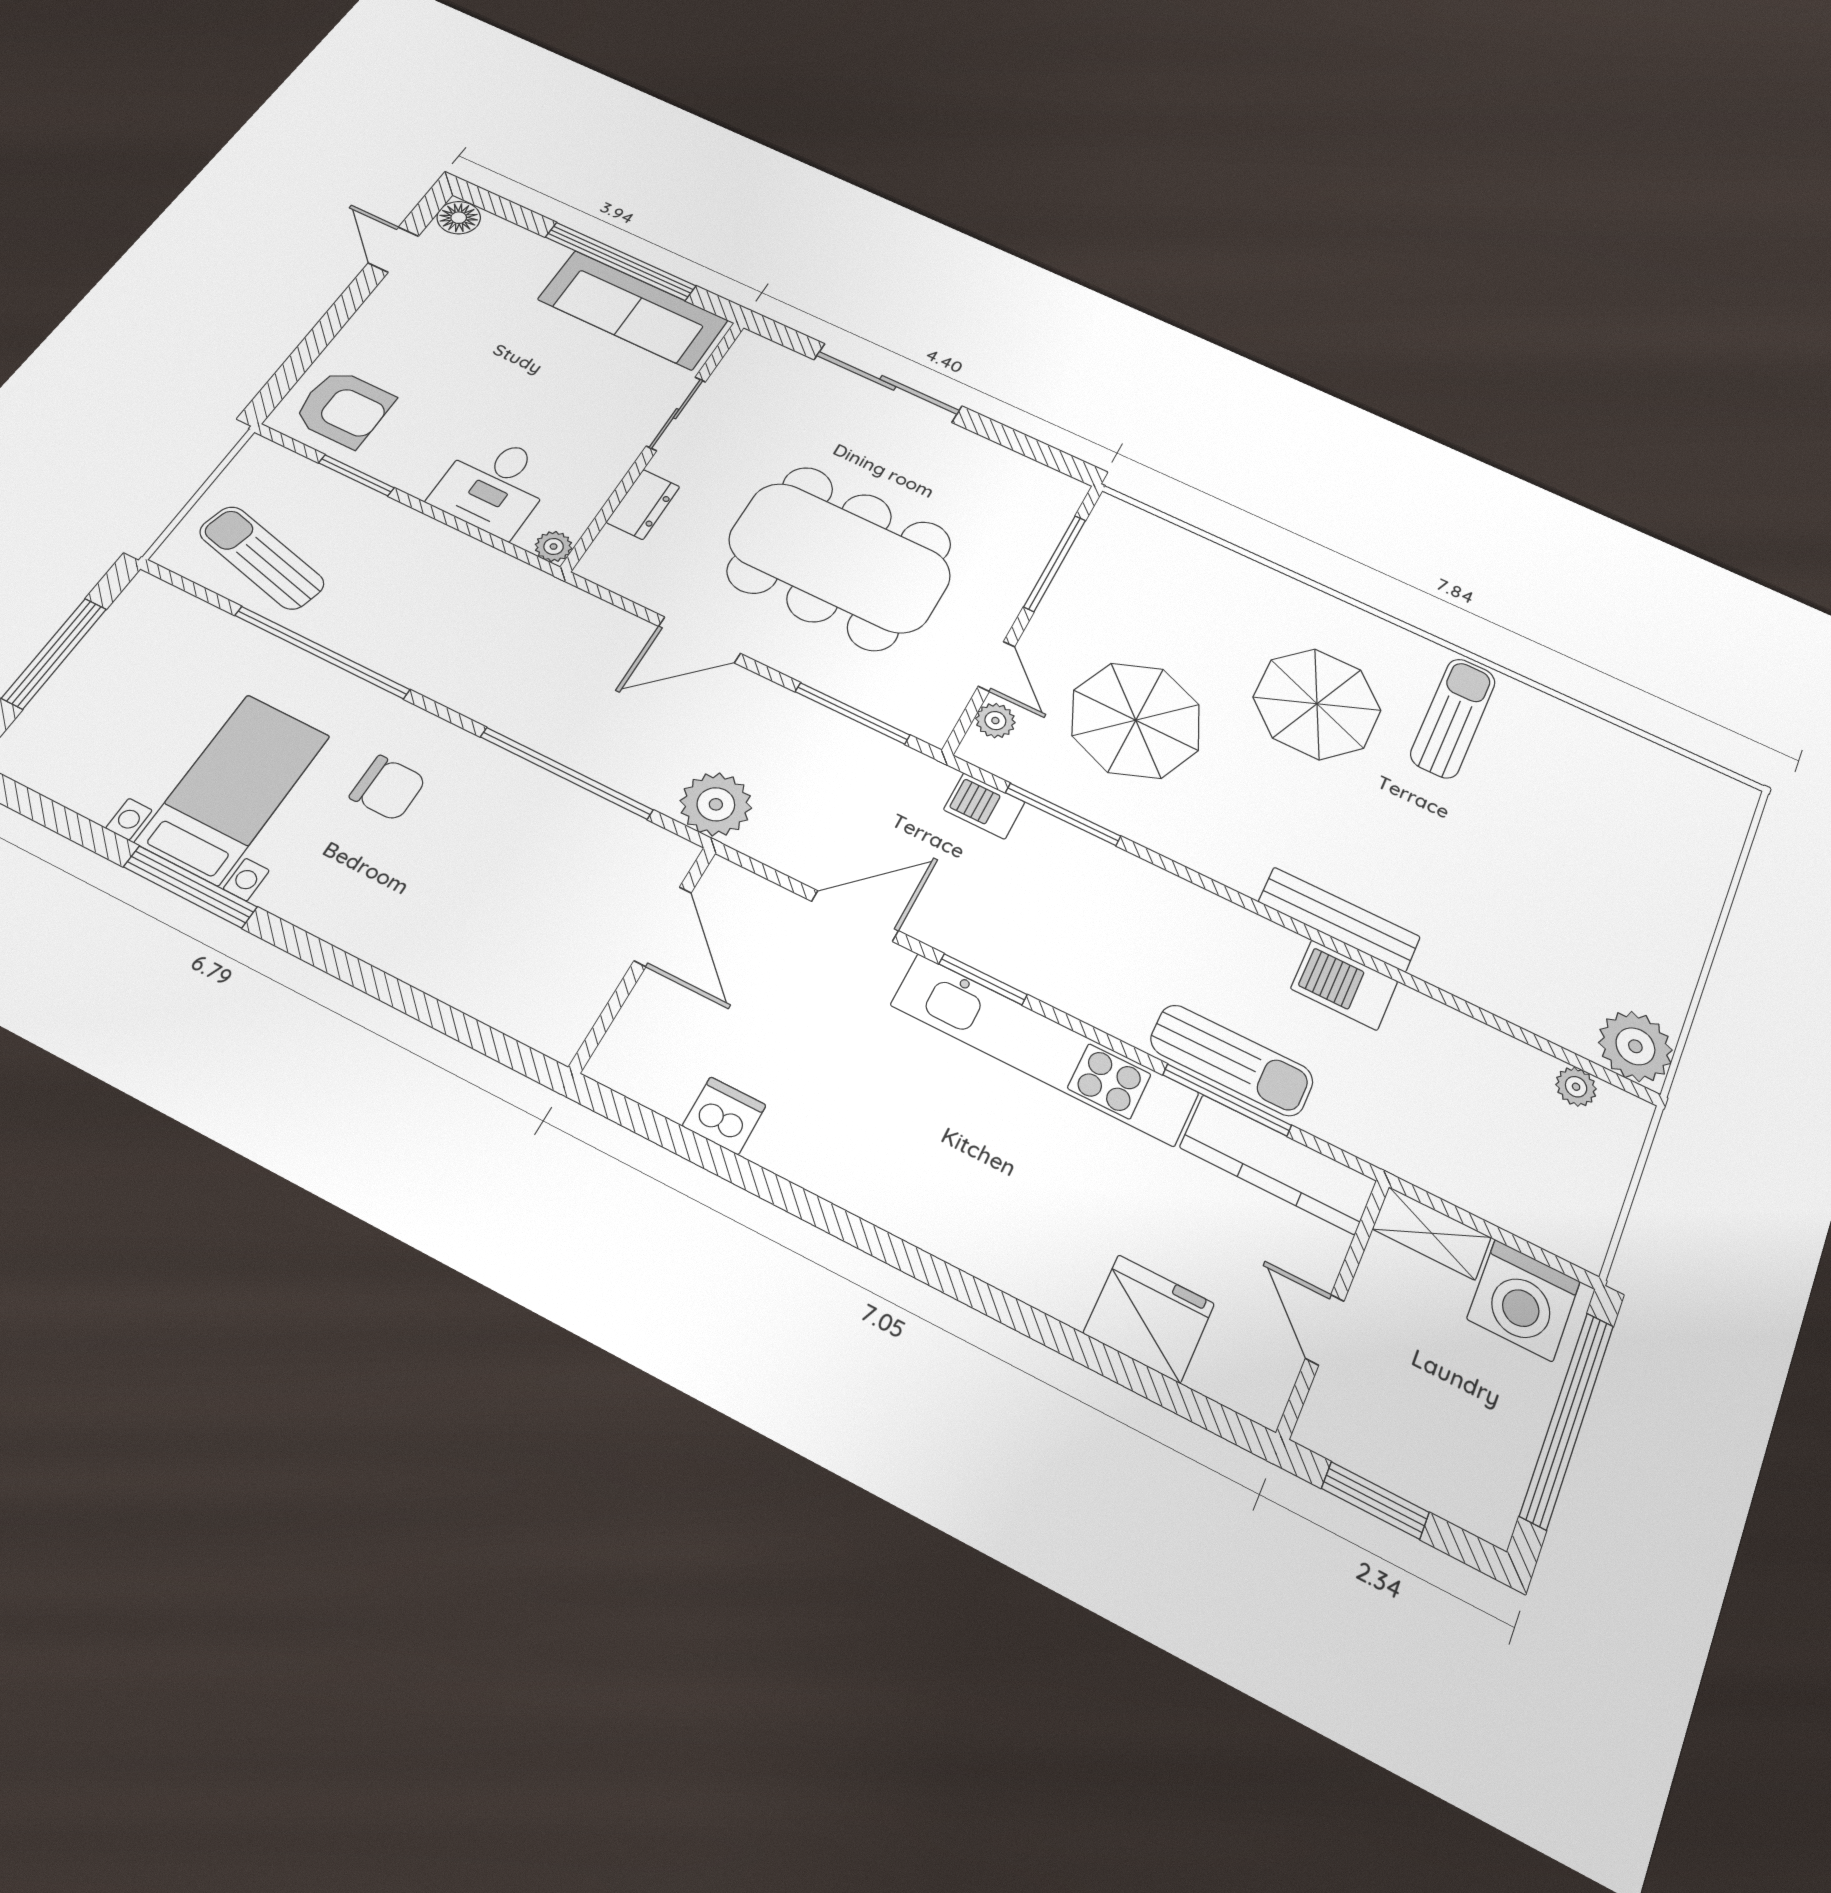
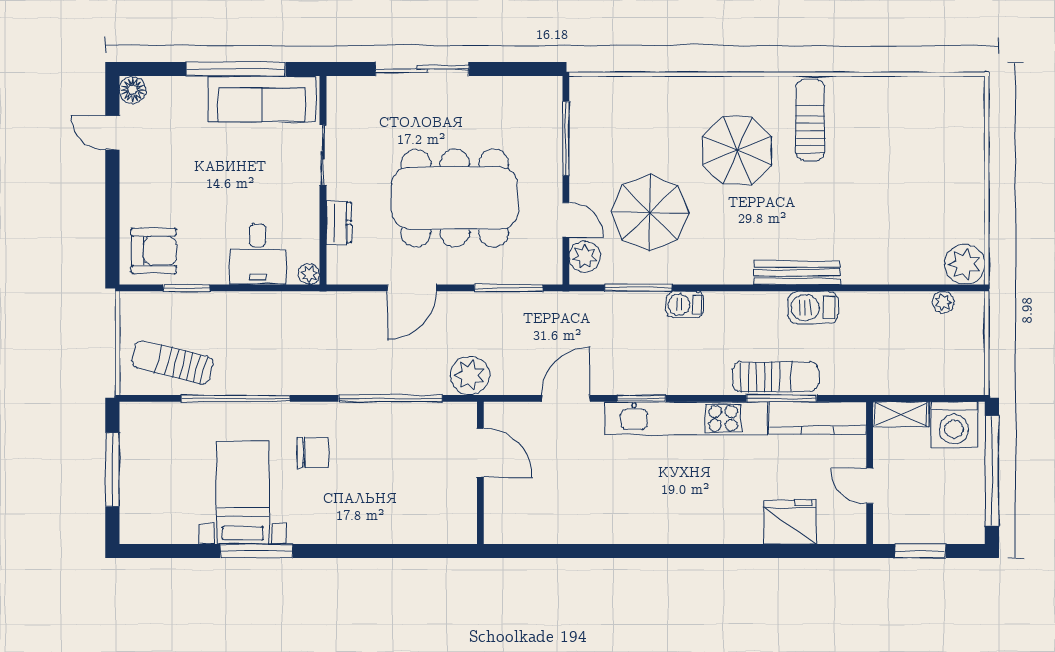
plant: (995, 721) -> (585, 257), width x1.38, depth x1.38
barbecue: (984, 806) -> (685, 305), moved
dishwasher: (724, 1116) -> (558, 529), removed

